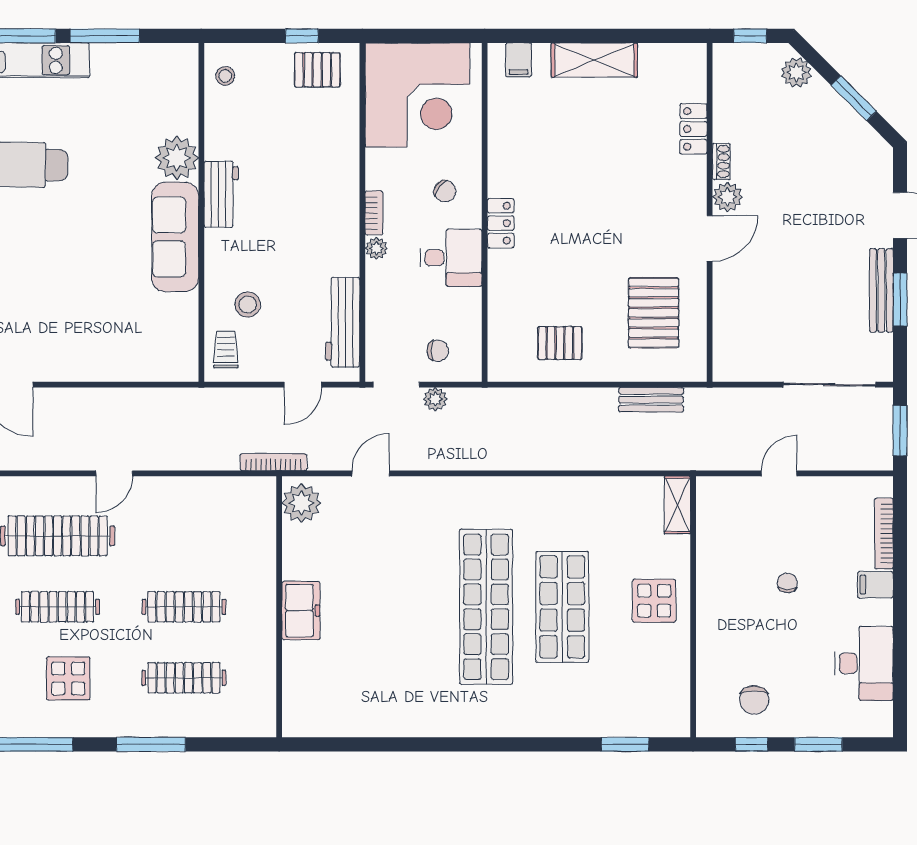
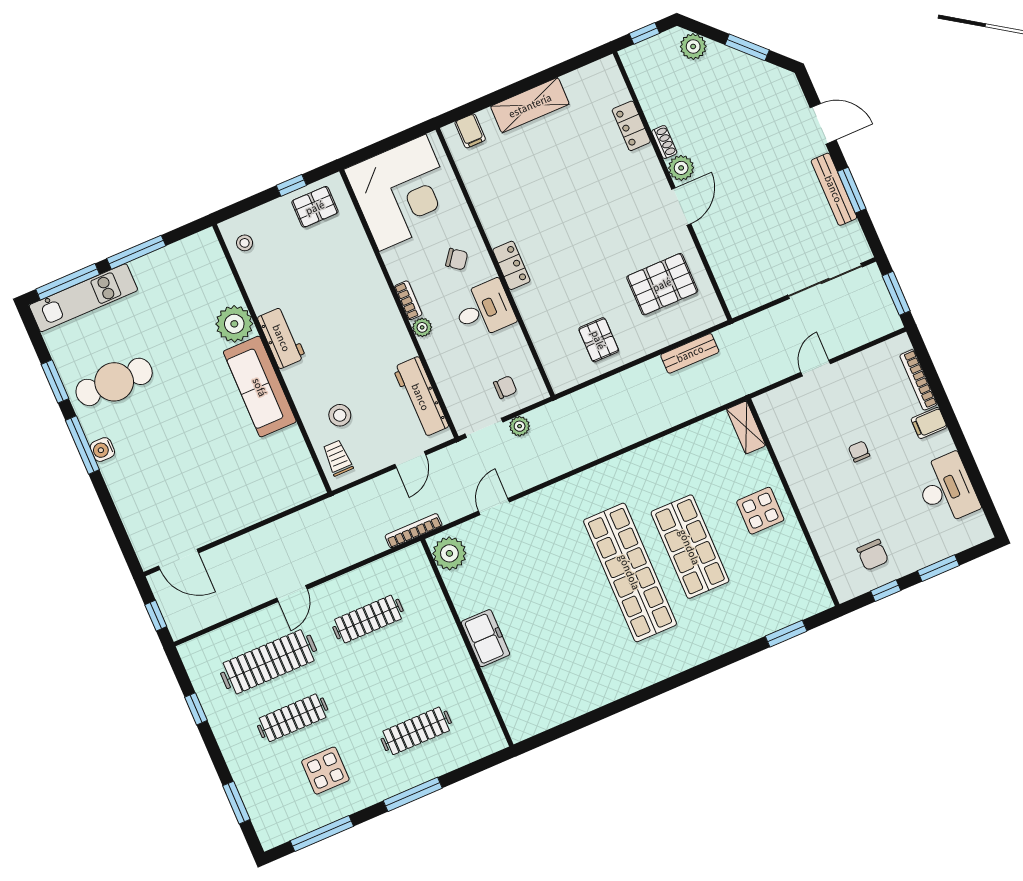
pallet: (654, 313) -> (662, 284), turned 90
pallet: (560, 343) -> (599, 340), turned 90
clothes rail: (184, 607) -> (368, 619), moved

